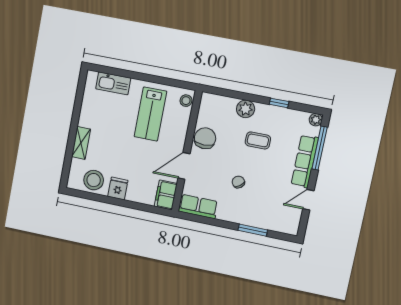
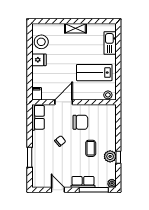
plant: (246, 109) -> (110, 156), moved
chair: (205, 138) -> (80, 122), moved
shelving: (81, 143) -> (75, 28), moved
row of seats: (305, 161) -> (83, 182), width x0.68
door: (184, 166) -> (64, 102), hinge flipped
filing cabinet: (166, 195) -> (37, 94), width x0.50

